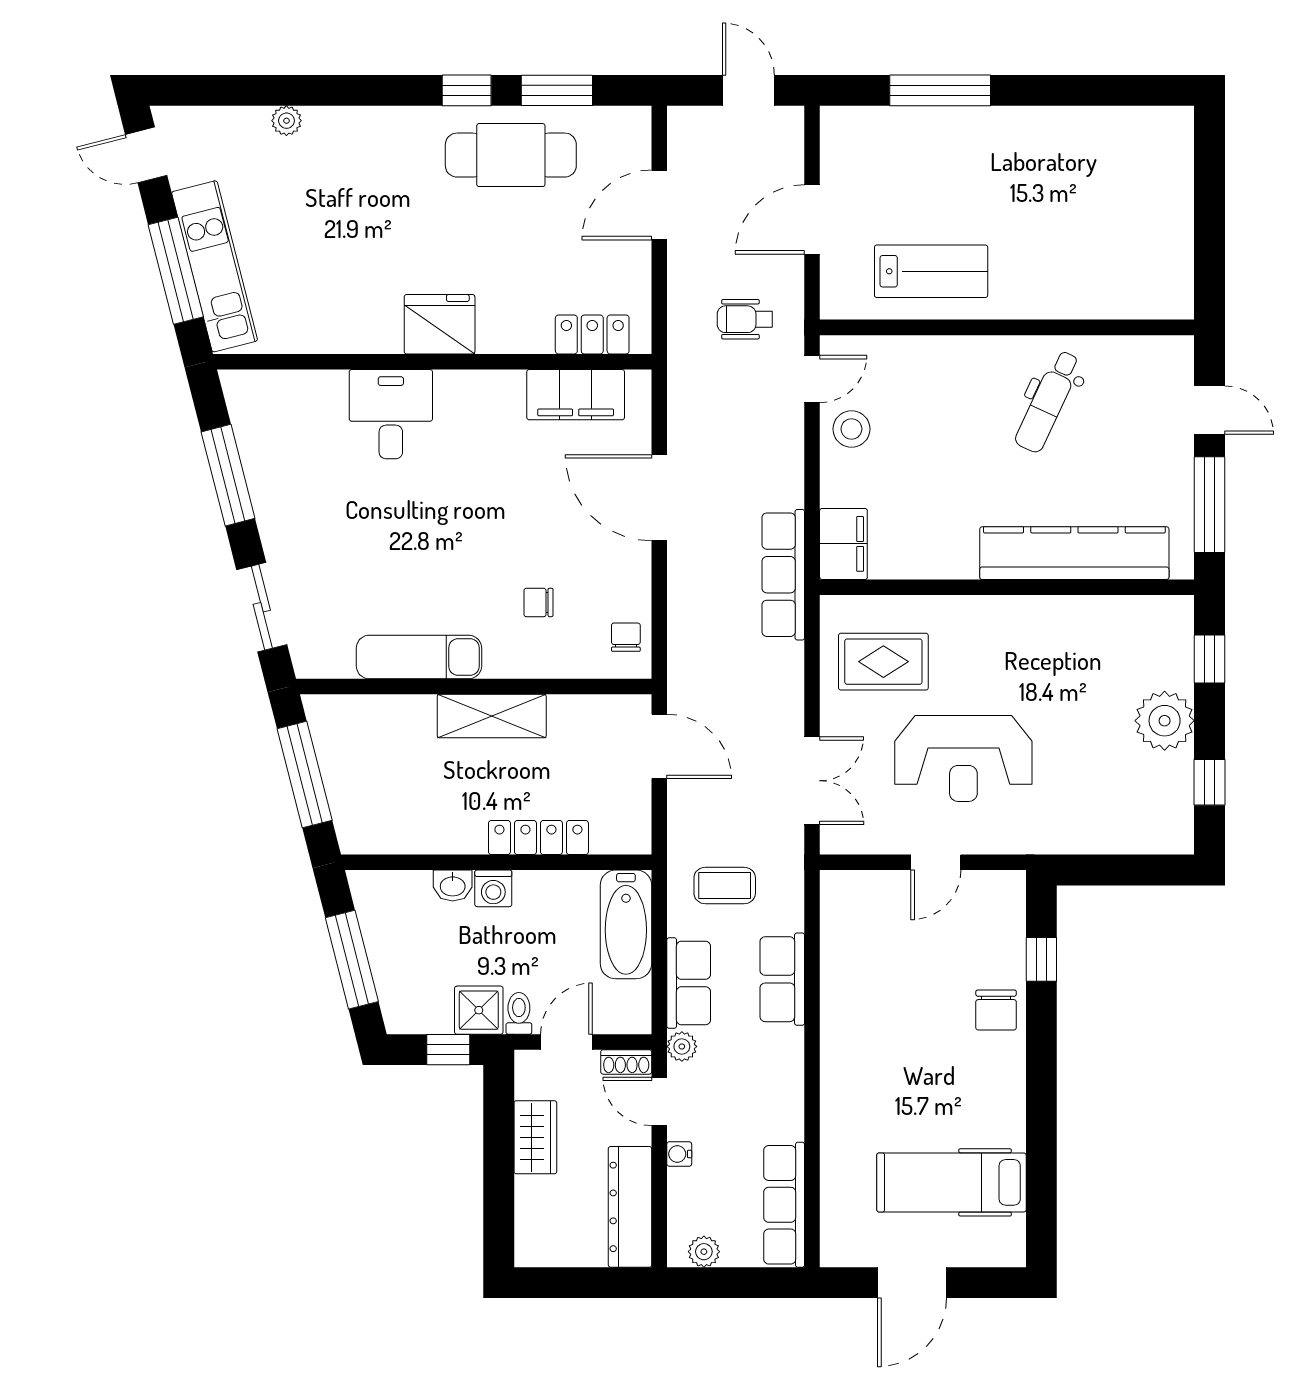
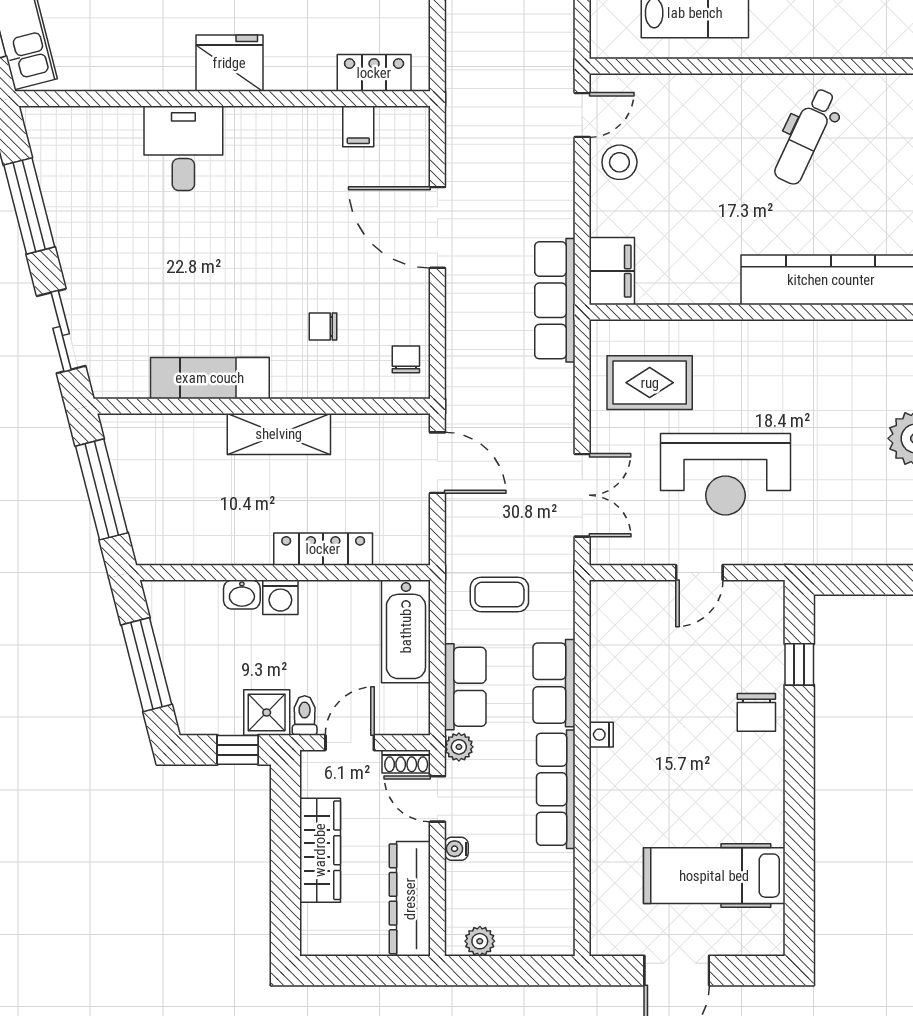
wheelchair: (745, 319) -> (519, 58), removed
filing cabinet: (576, 395) -> (358, 126), width x0.33, depth x0.86
nightstand: (832, 1033) -> (601, 735), added
wardrobe: (535, 1137) -> (320, 850), width x1.50
row of seats: (784, 1205) -> (556, 789), moved

